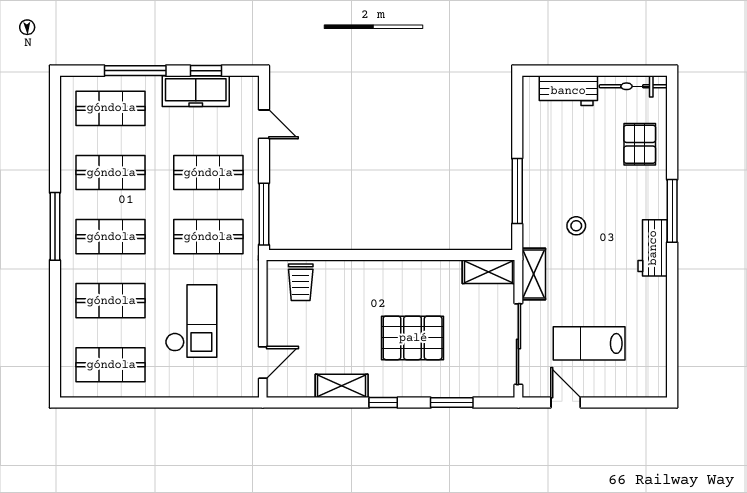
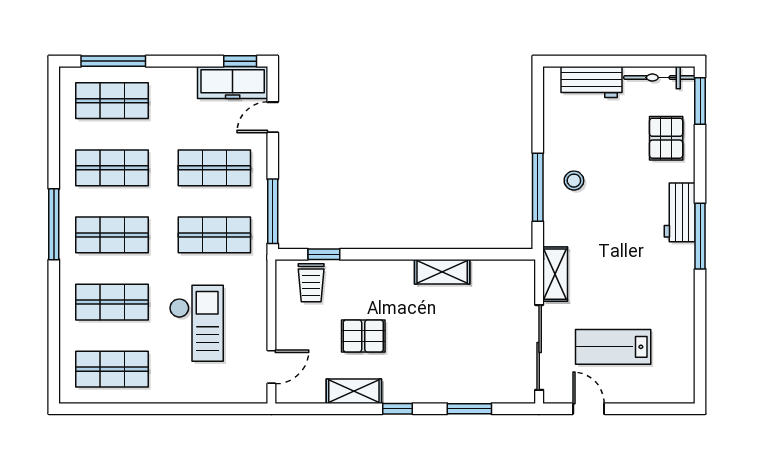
window: (135, 71) -> (113, 61), moved
window: (206, 71) -> (240, 61), moved
freezer: (196, 91) -> (233, 83), moved
window: (672, 109) -> (700, 101), added
door: (264, 124) -> (273, 117), swing flipped
window: (672, 211) -> (700, 236), moved
stool: (576, 226) -> (574, 181), moved
workbench: (653, 248) -> (680, 212), moved
window: (313, 255) -> (324, 254), added
shelving: (489, 272) -> (442, 272), moved
pallet: (413, 338) -> (363, 336), moved, width x0.67, depth x0.71

